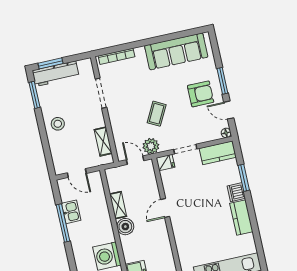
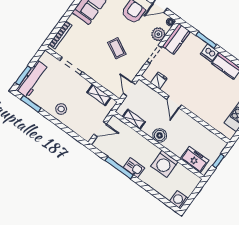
plant: (151, 146) -> (158, 34), moved
door: (135, 160) -> (129, 89), hinge flipped
fridge: (166, 163) -> (159, 81), moved
shelving: (118, 205) -> (134, 119), moved
kitchen sink: (71, 212) -> (134, 168), moved

